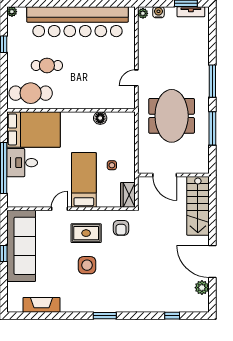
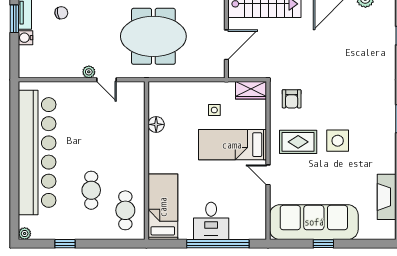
water cooler: (158, 12) -> (25, 38), moved
plant: (143, 13) -> (89, 72), moved
chair: (191, 41) -> (61, 13), added
cafe table: (31, 93) -> (125, 210), width x0.73, depth x0.74
bed: (33, 129) -> (163, 207), width x0.67
armchair: (121, 228) -> (292, 99), turned 90
rug: (86, 233) -> (298, 142), turned 90

